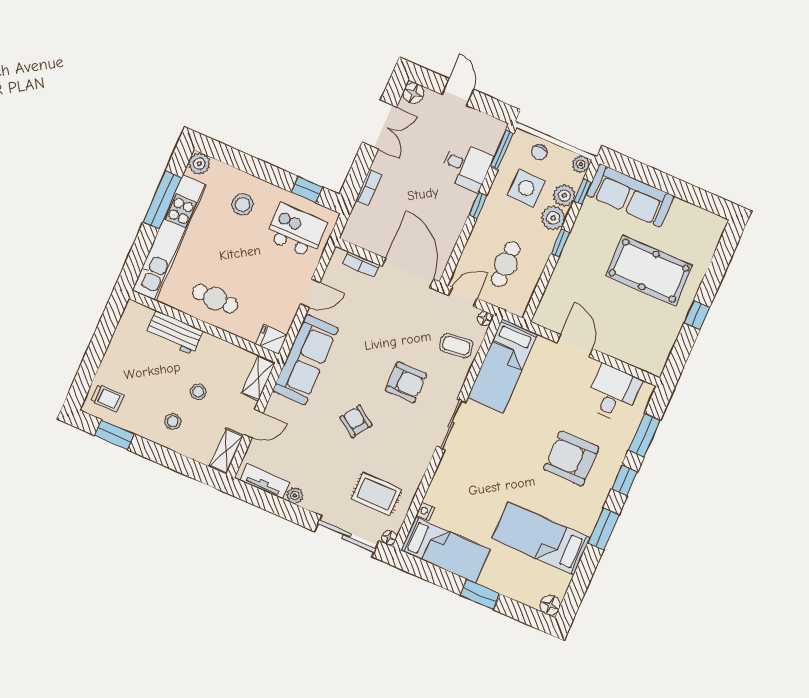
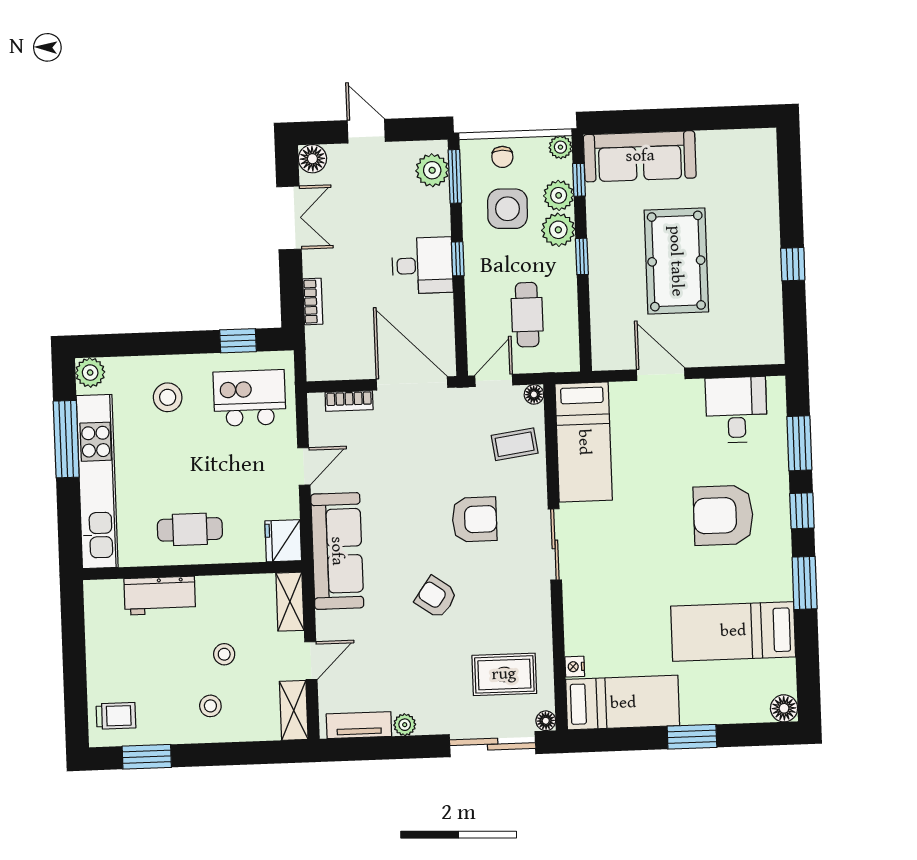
plant: (489, 139) -> (432, 170), added
desk: (466, 166) -> (422, 266), moved
pool table: (649, 271) -> (676, 261), moved, turned 90
fridge: (271, 340) -> (283, 541), width x1.38

